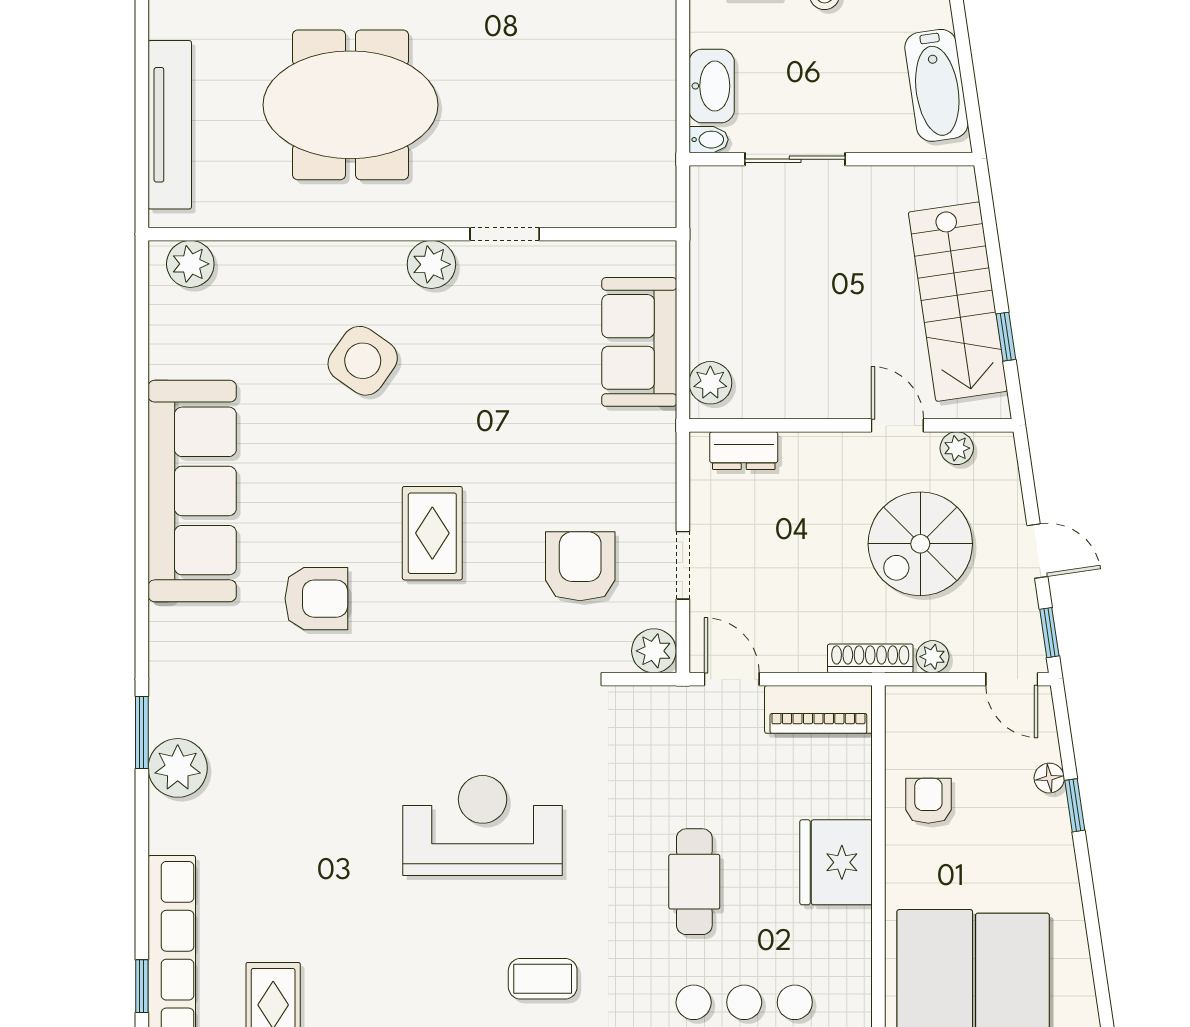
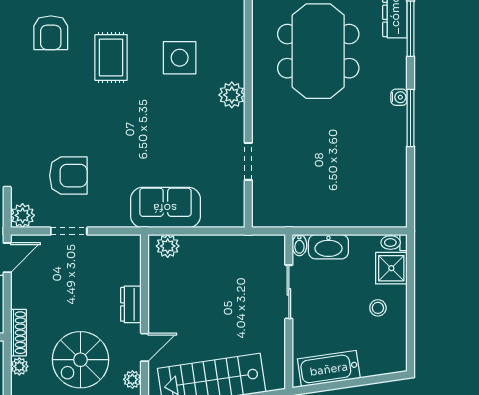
doorway: (505, 234) -> (248, 161), moved
sofa: (639, 342) -> (165, 208), moved
side table: (363, 361) -> (180, 58), turned -35
dresser: (744, 451) -> (131, 304), moved
rug: (432, 533) -> (111, 57), moved, turned 90
spiral stairs: (920, 544) -> (80, 360), turned -90

